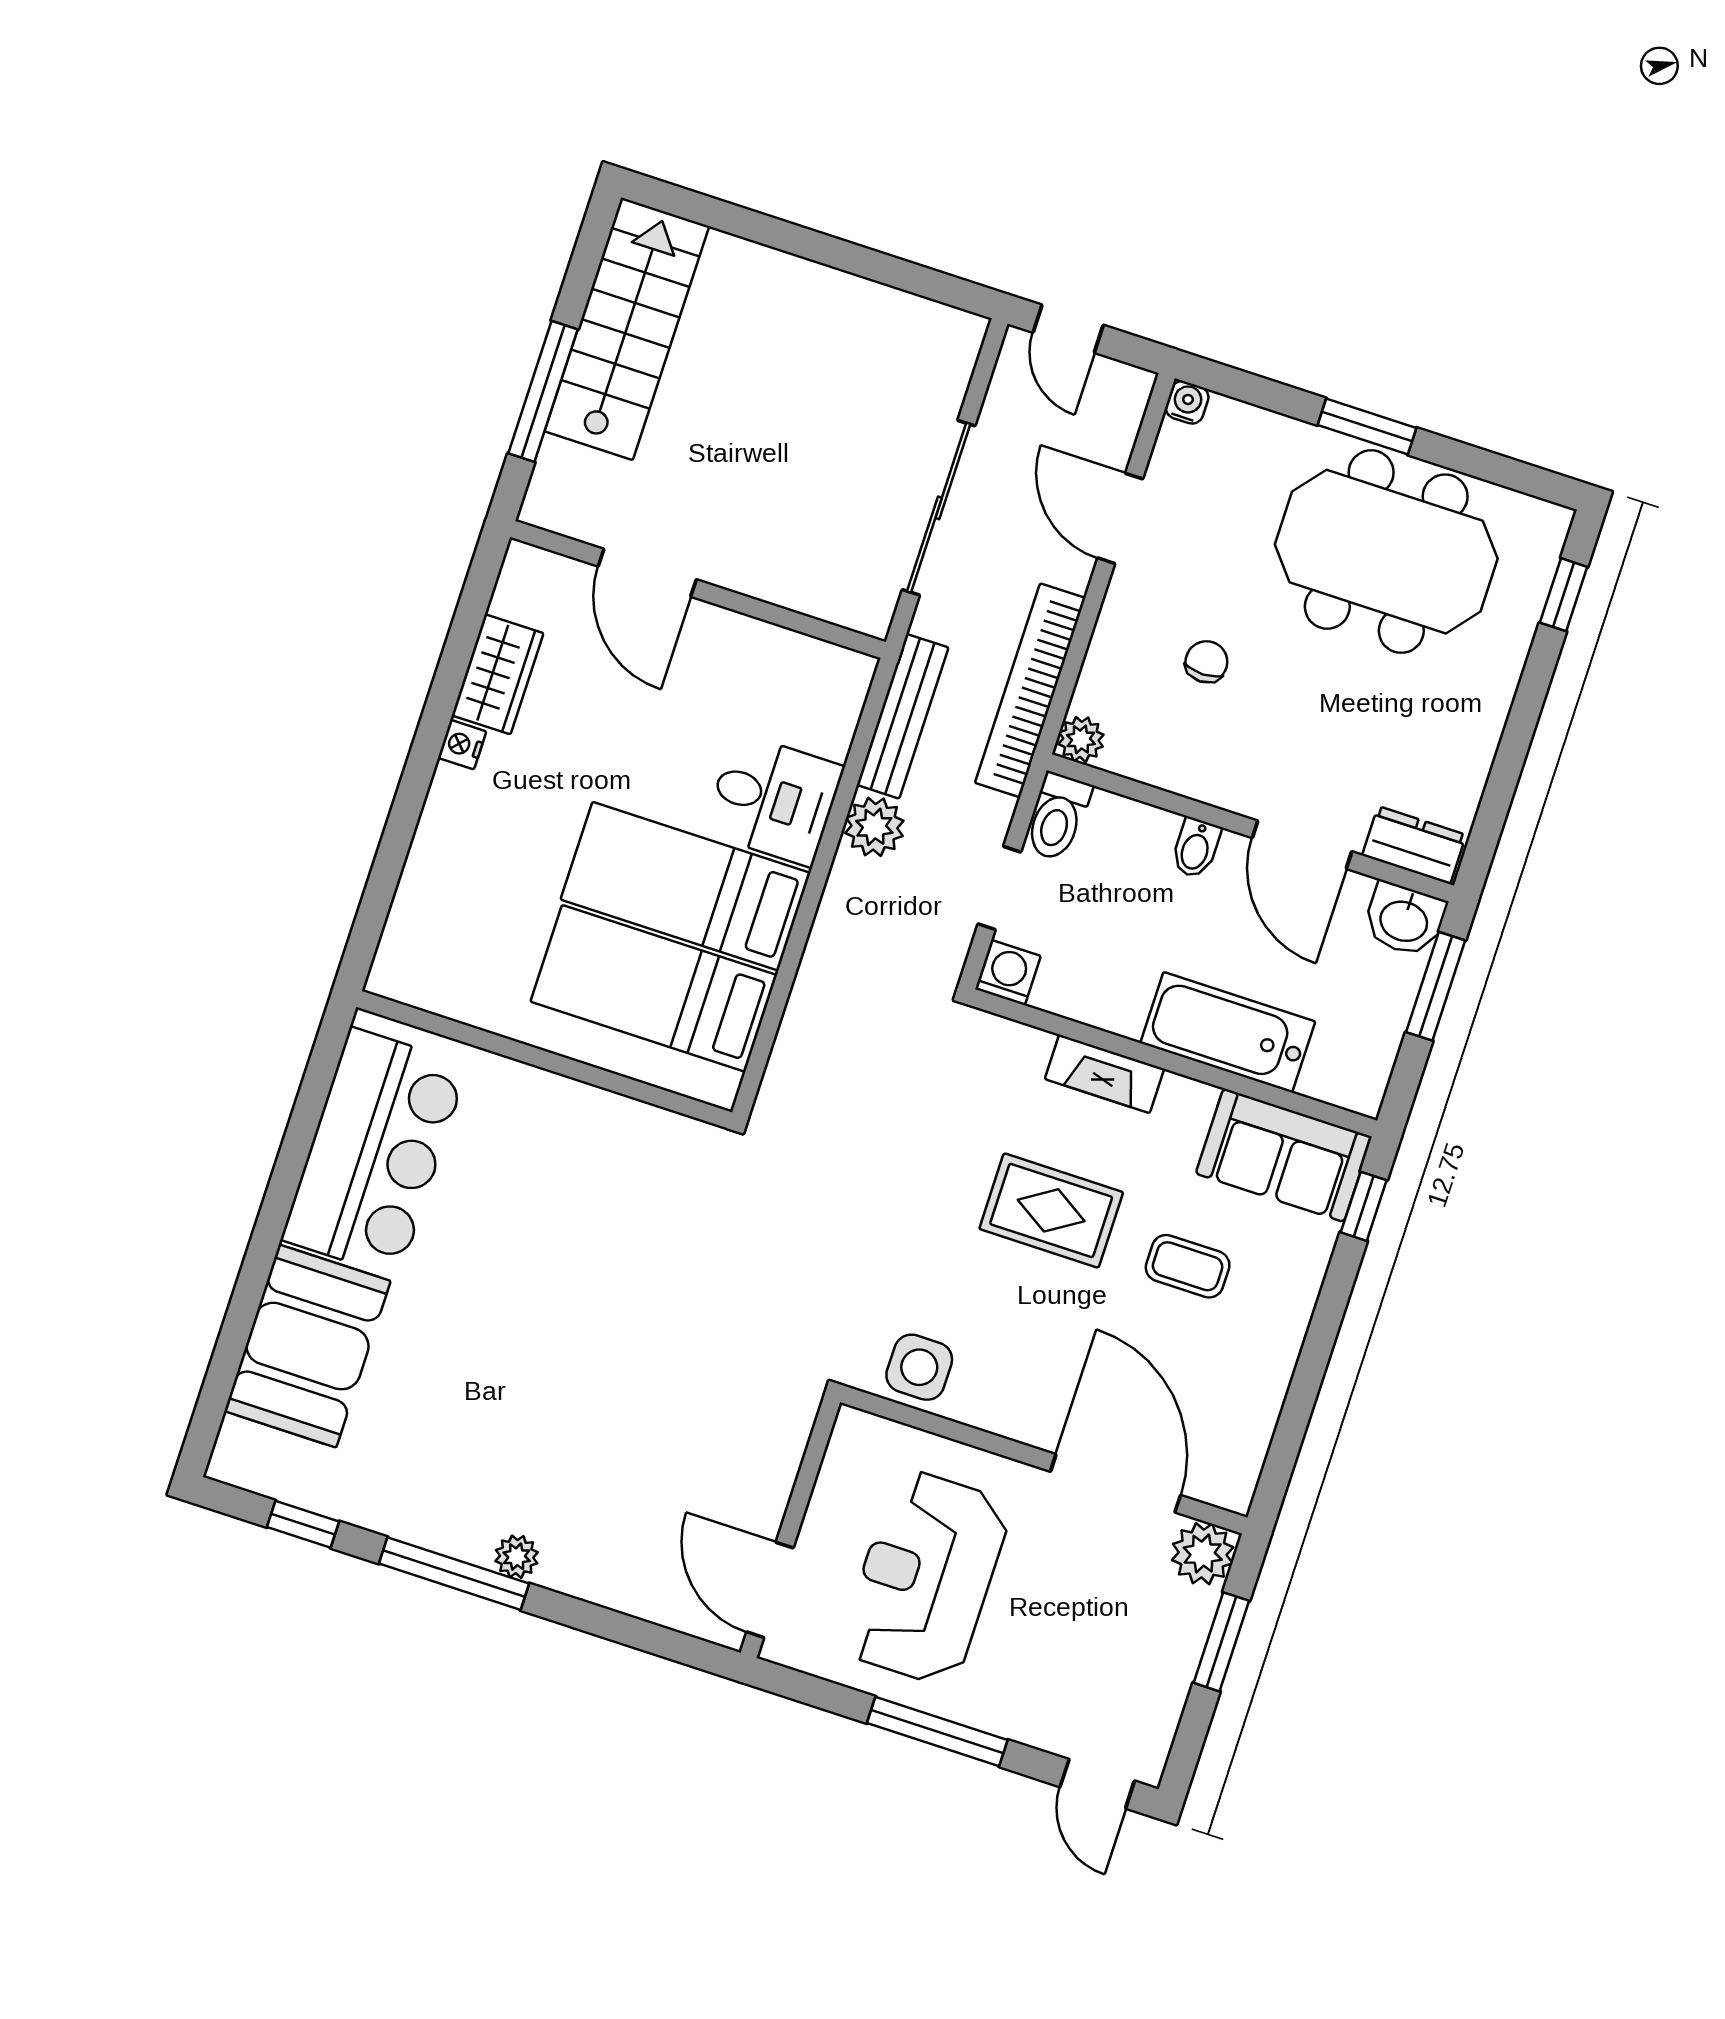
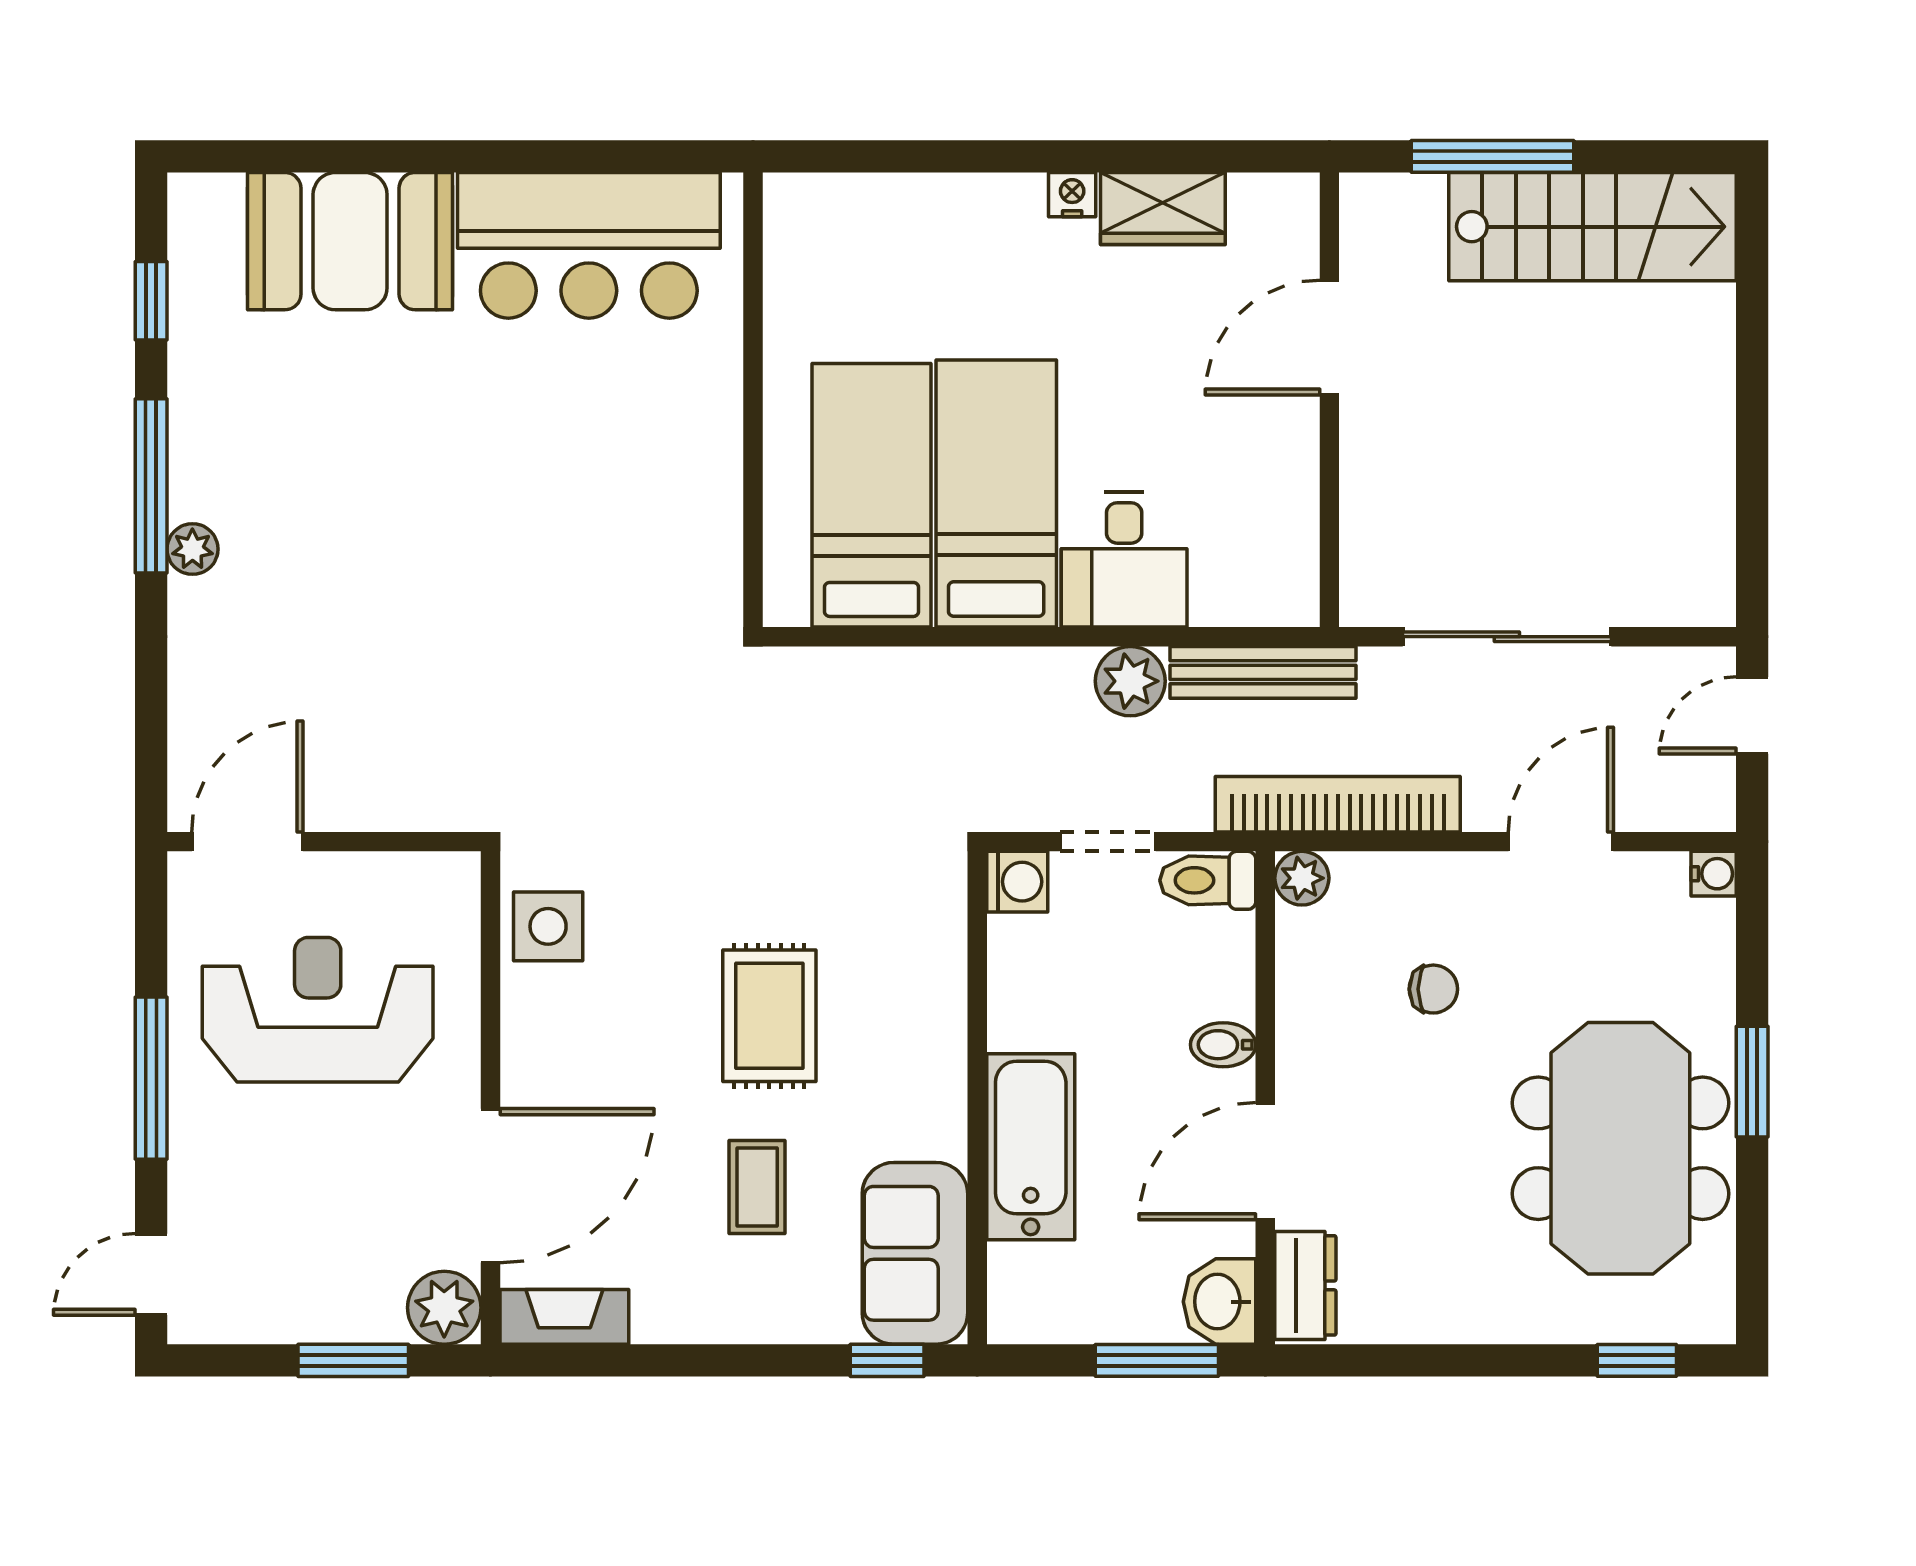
fireplace: (1104, 1074) -> (564, 1317), moved, turned 90

